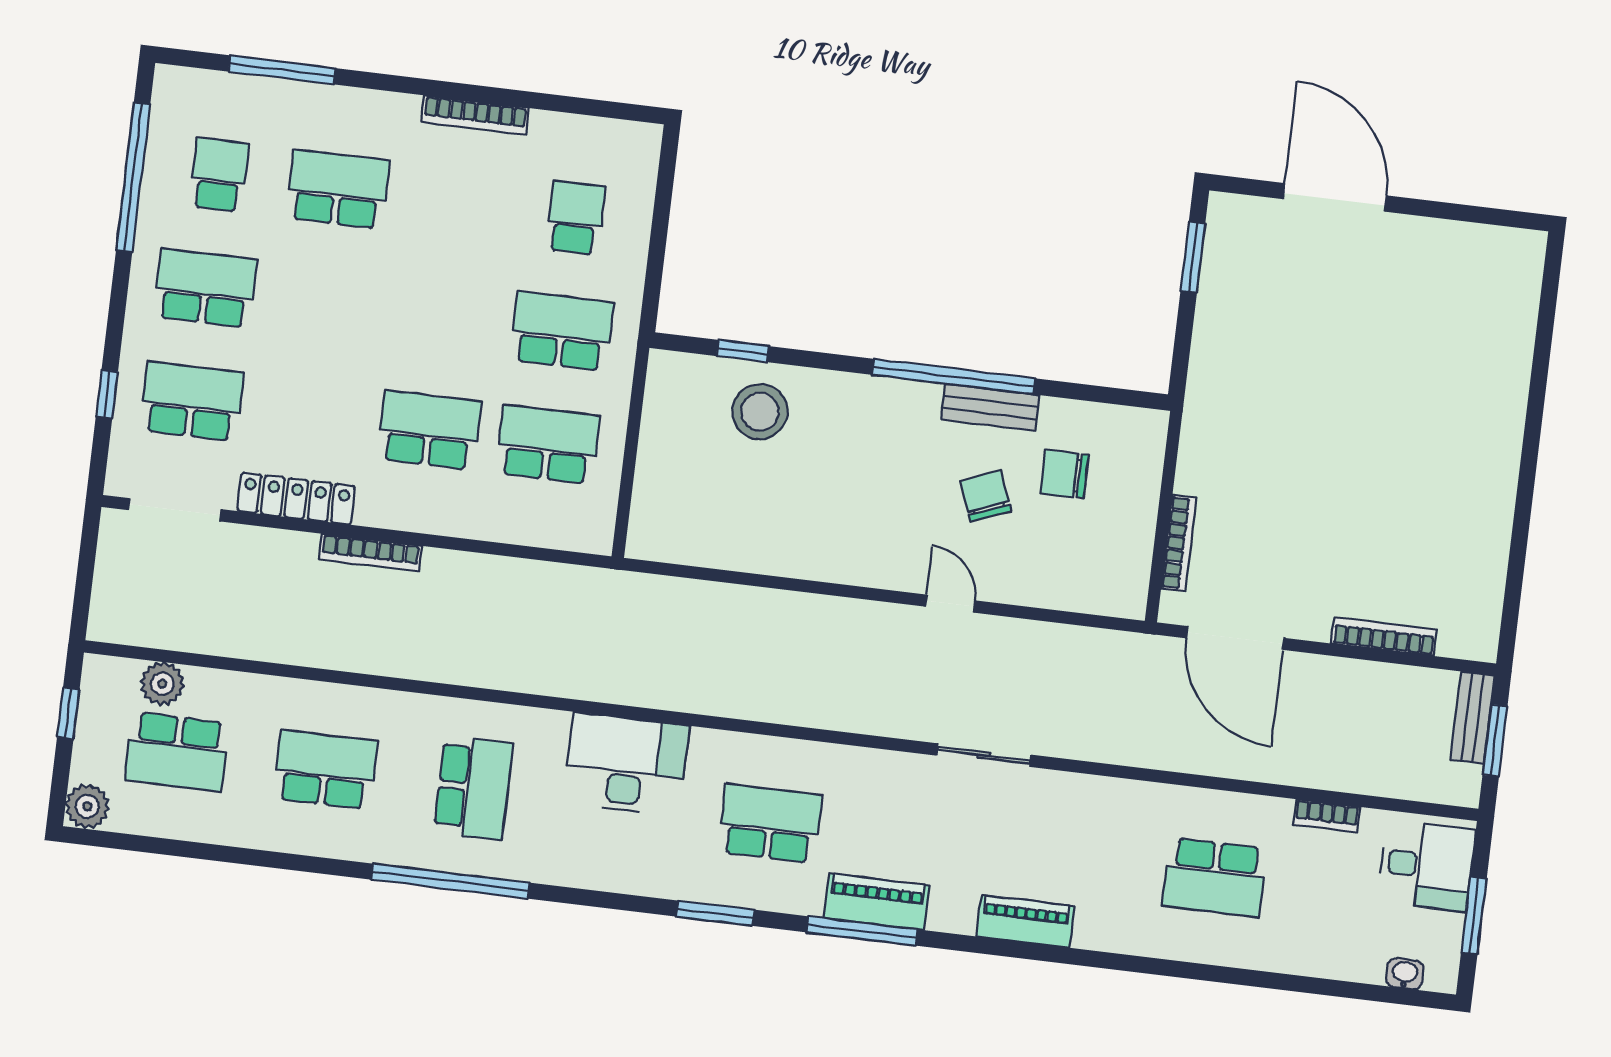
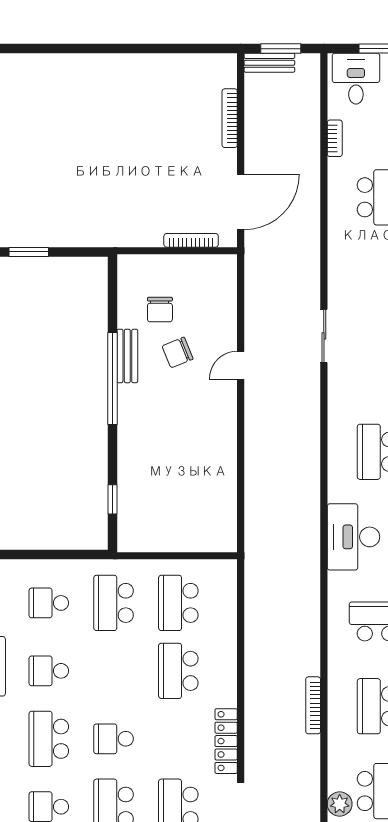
school desk: (456, 204) -> (49, 671), added
school desk: (324, 302) -> (114, 739), added
stool: (760, 412) -> (145, 486), removed
bookcase: (370, 553) -> (313, 705), moved, turned 180

